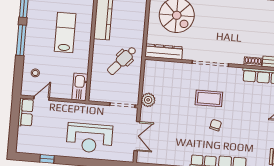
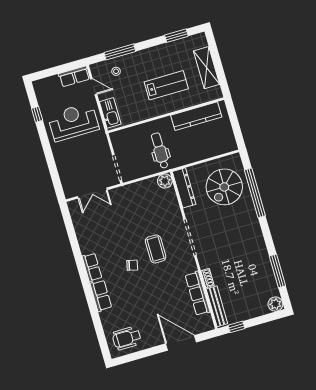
window: (21, 40) -> (120, 52), moved
dental chair: (122, 61) -> (160, 151), turned 49
kitchen sink: (80, 87) -> (110, 113), moved, turned 90
plant: (148, 100) -> (165, 181), moved
reception desk: (89, 138) -> (73, 122), moved, turned 90

